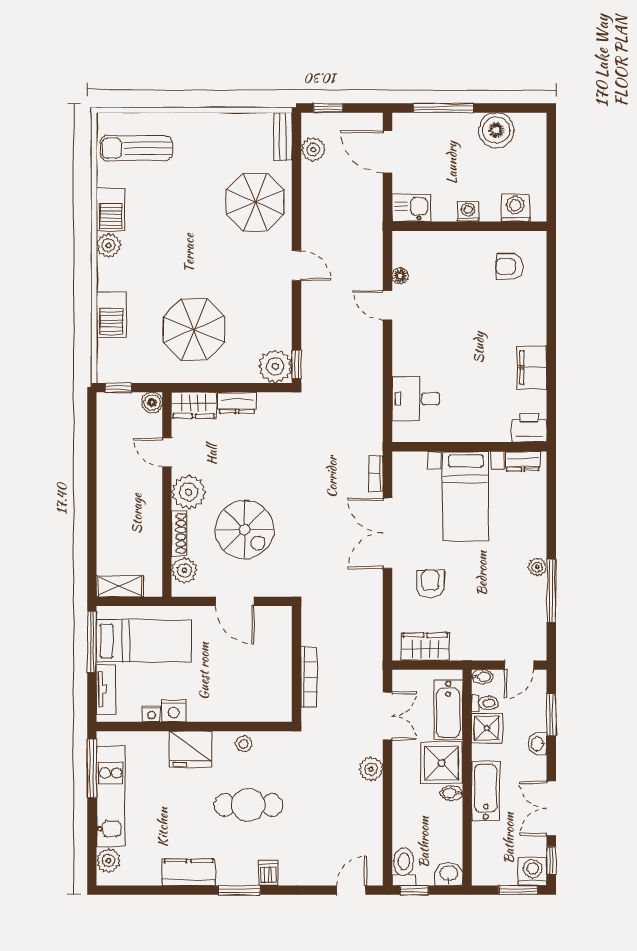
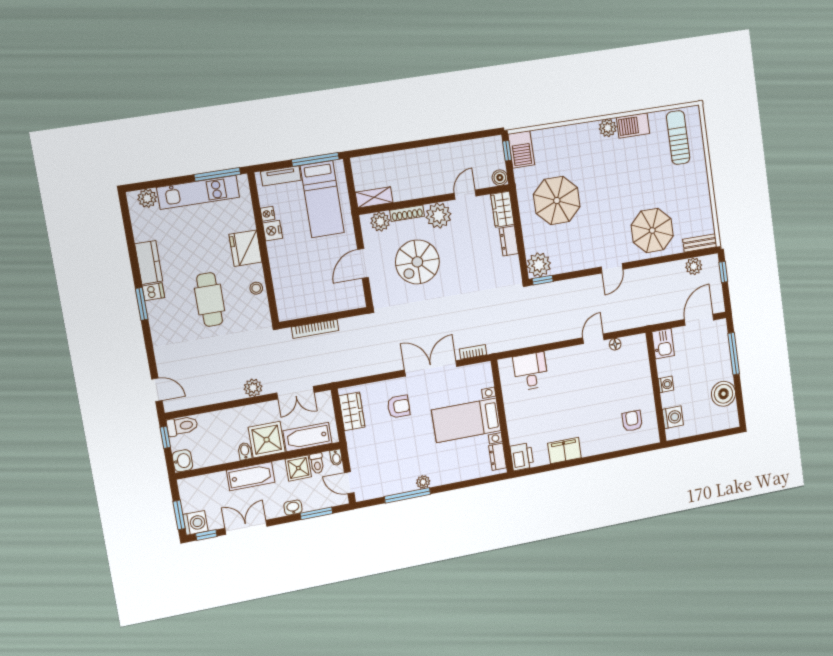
barbecue: (111, 315) -> (521, 149), moved, turned -90
shelving: (120, 586) -> (374, 197), moved, turned 90
dishwasher: (268, 873) -> (153, 292), moved

